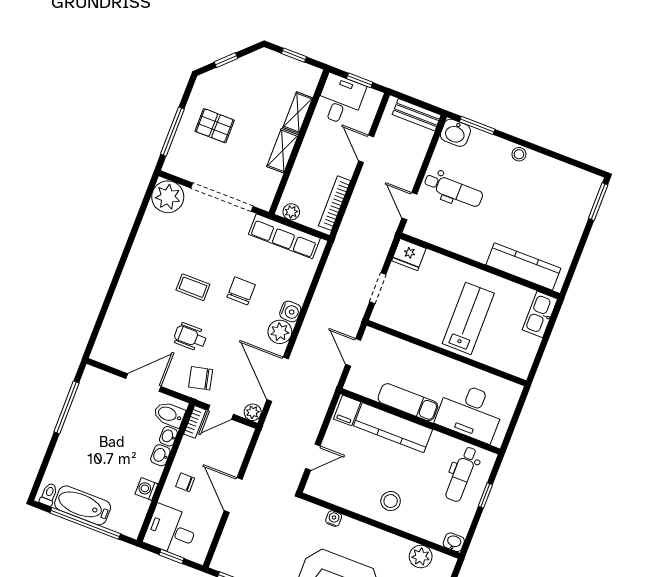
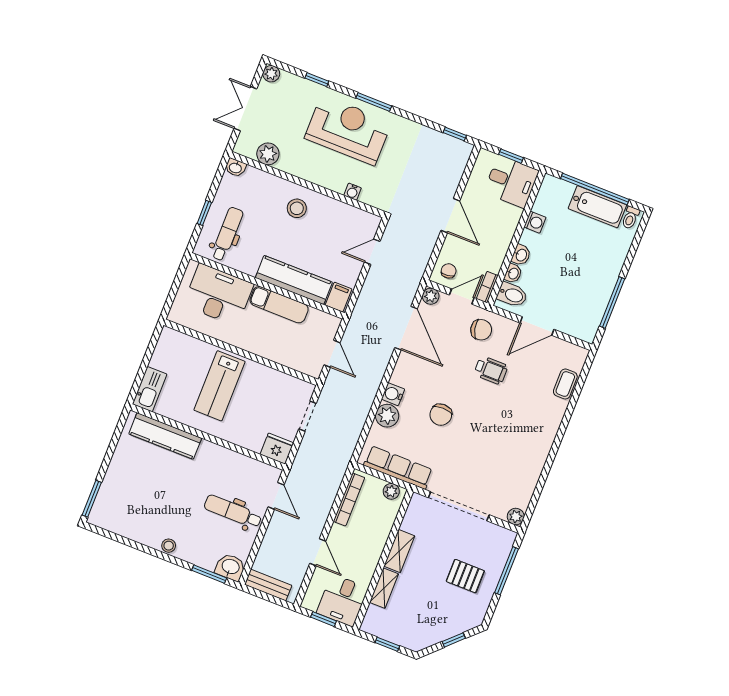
plant: (168, 197) -> (516, 517), width x0.53, depth x0.53
coffee table: (193, 287) -> (565, 384), moved, turned 90
plant: (280, 332) -> (387, 416), moved
chair: (185, 482) -> (449, 271), moved, turned -97

